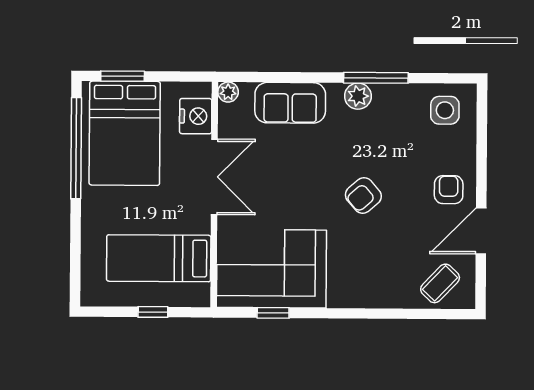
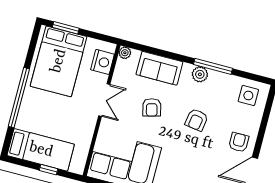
window: (76, 148) -> (19, 98), moved
armchair: (294, 169) -> (152, 107), added
double door: (214, 177) -> (104, 100), width x0.73
armchair: (363, 195) -> (197, 120), moved, turned -40
bed: (159, 258) -> (41, 150), moved, turned 180

